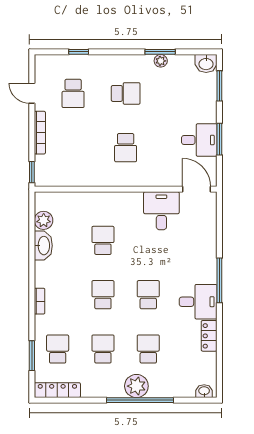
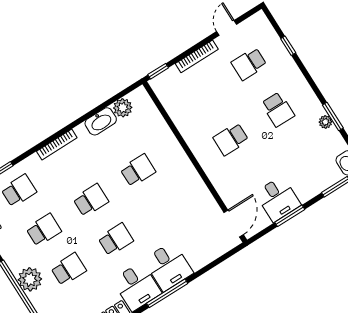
desk: (161, 211) -> (168, 266), moved, turned 90
bookcase: (40, 301) -> (57, 145), width x1.56

